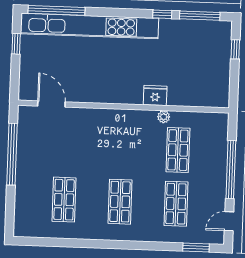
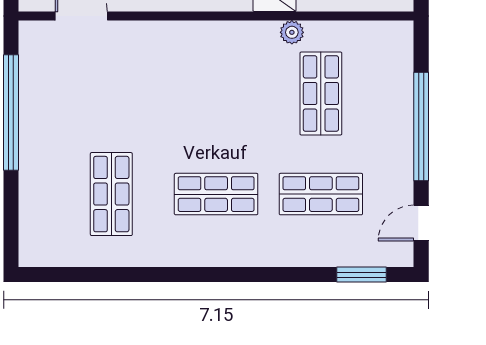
shop shelf: (120, 202) -> (216, 194), turned 90
shop shelf: (176, 204) -> (321, 194), turned 90

